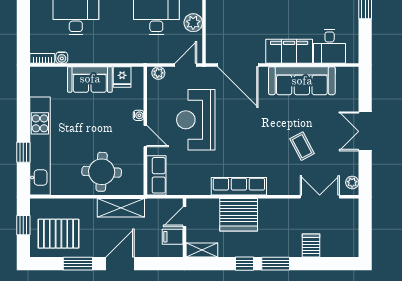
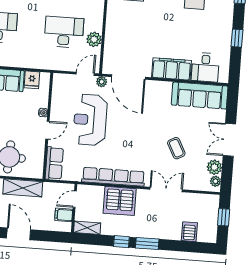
plant: (158, 73) -> (102, 82), moved
sofa: (302, 81) -> (200, 96), moved
door: (145, 136) -> (47, 130), hinge flipped
plant: (350, 166) -> (214, 167), added
row of seats: (239, 186) -> (113, 177), width x1.36
double door: (320, 197) -> (166, 189), moved
window: (365, 225) -> (224, 217), added
server rack: (311, 245) -> (189, 232), moved
door: (120, 264) -> (19, 234), hinge flipped

